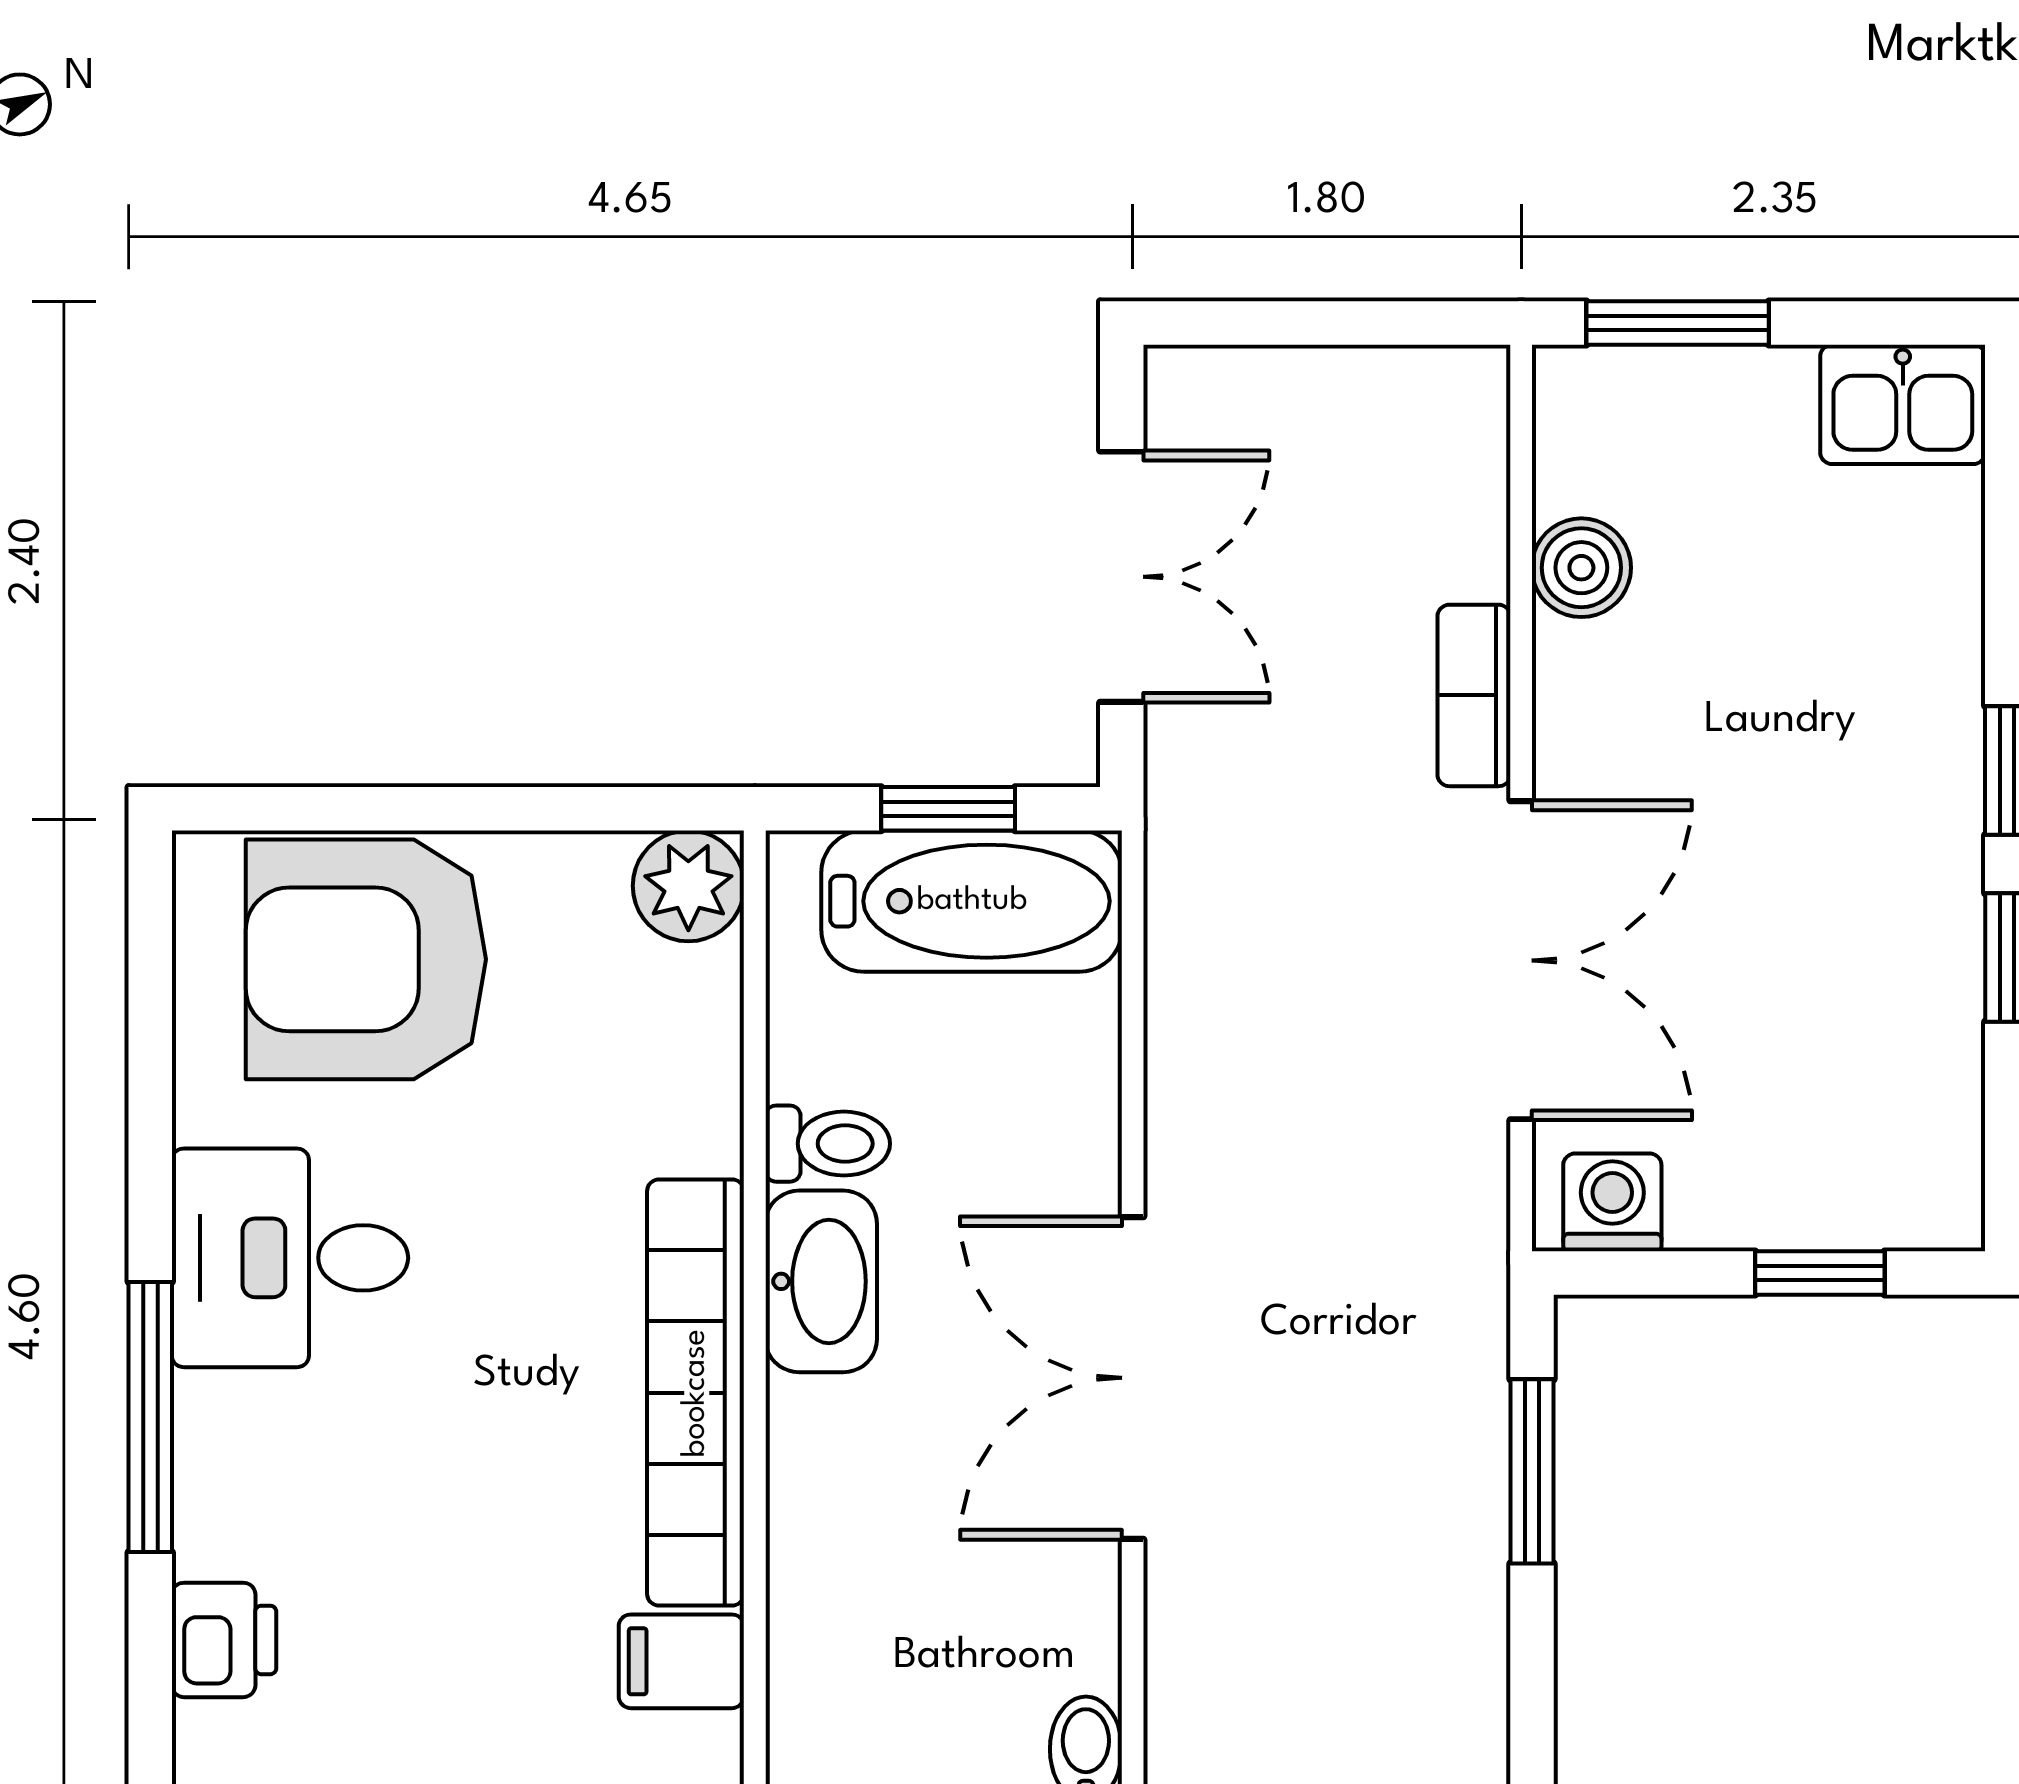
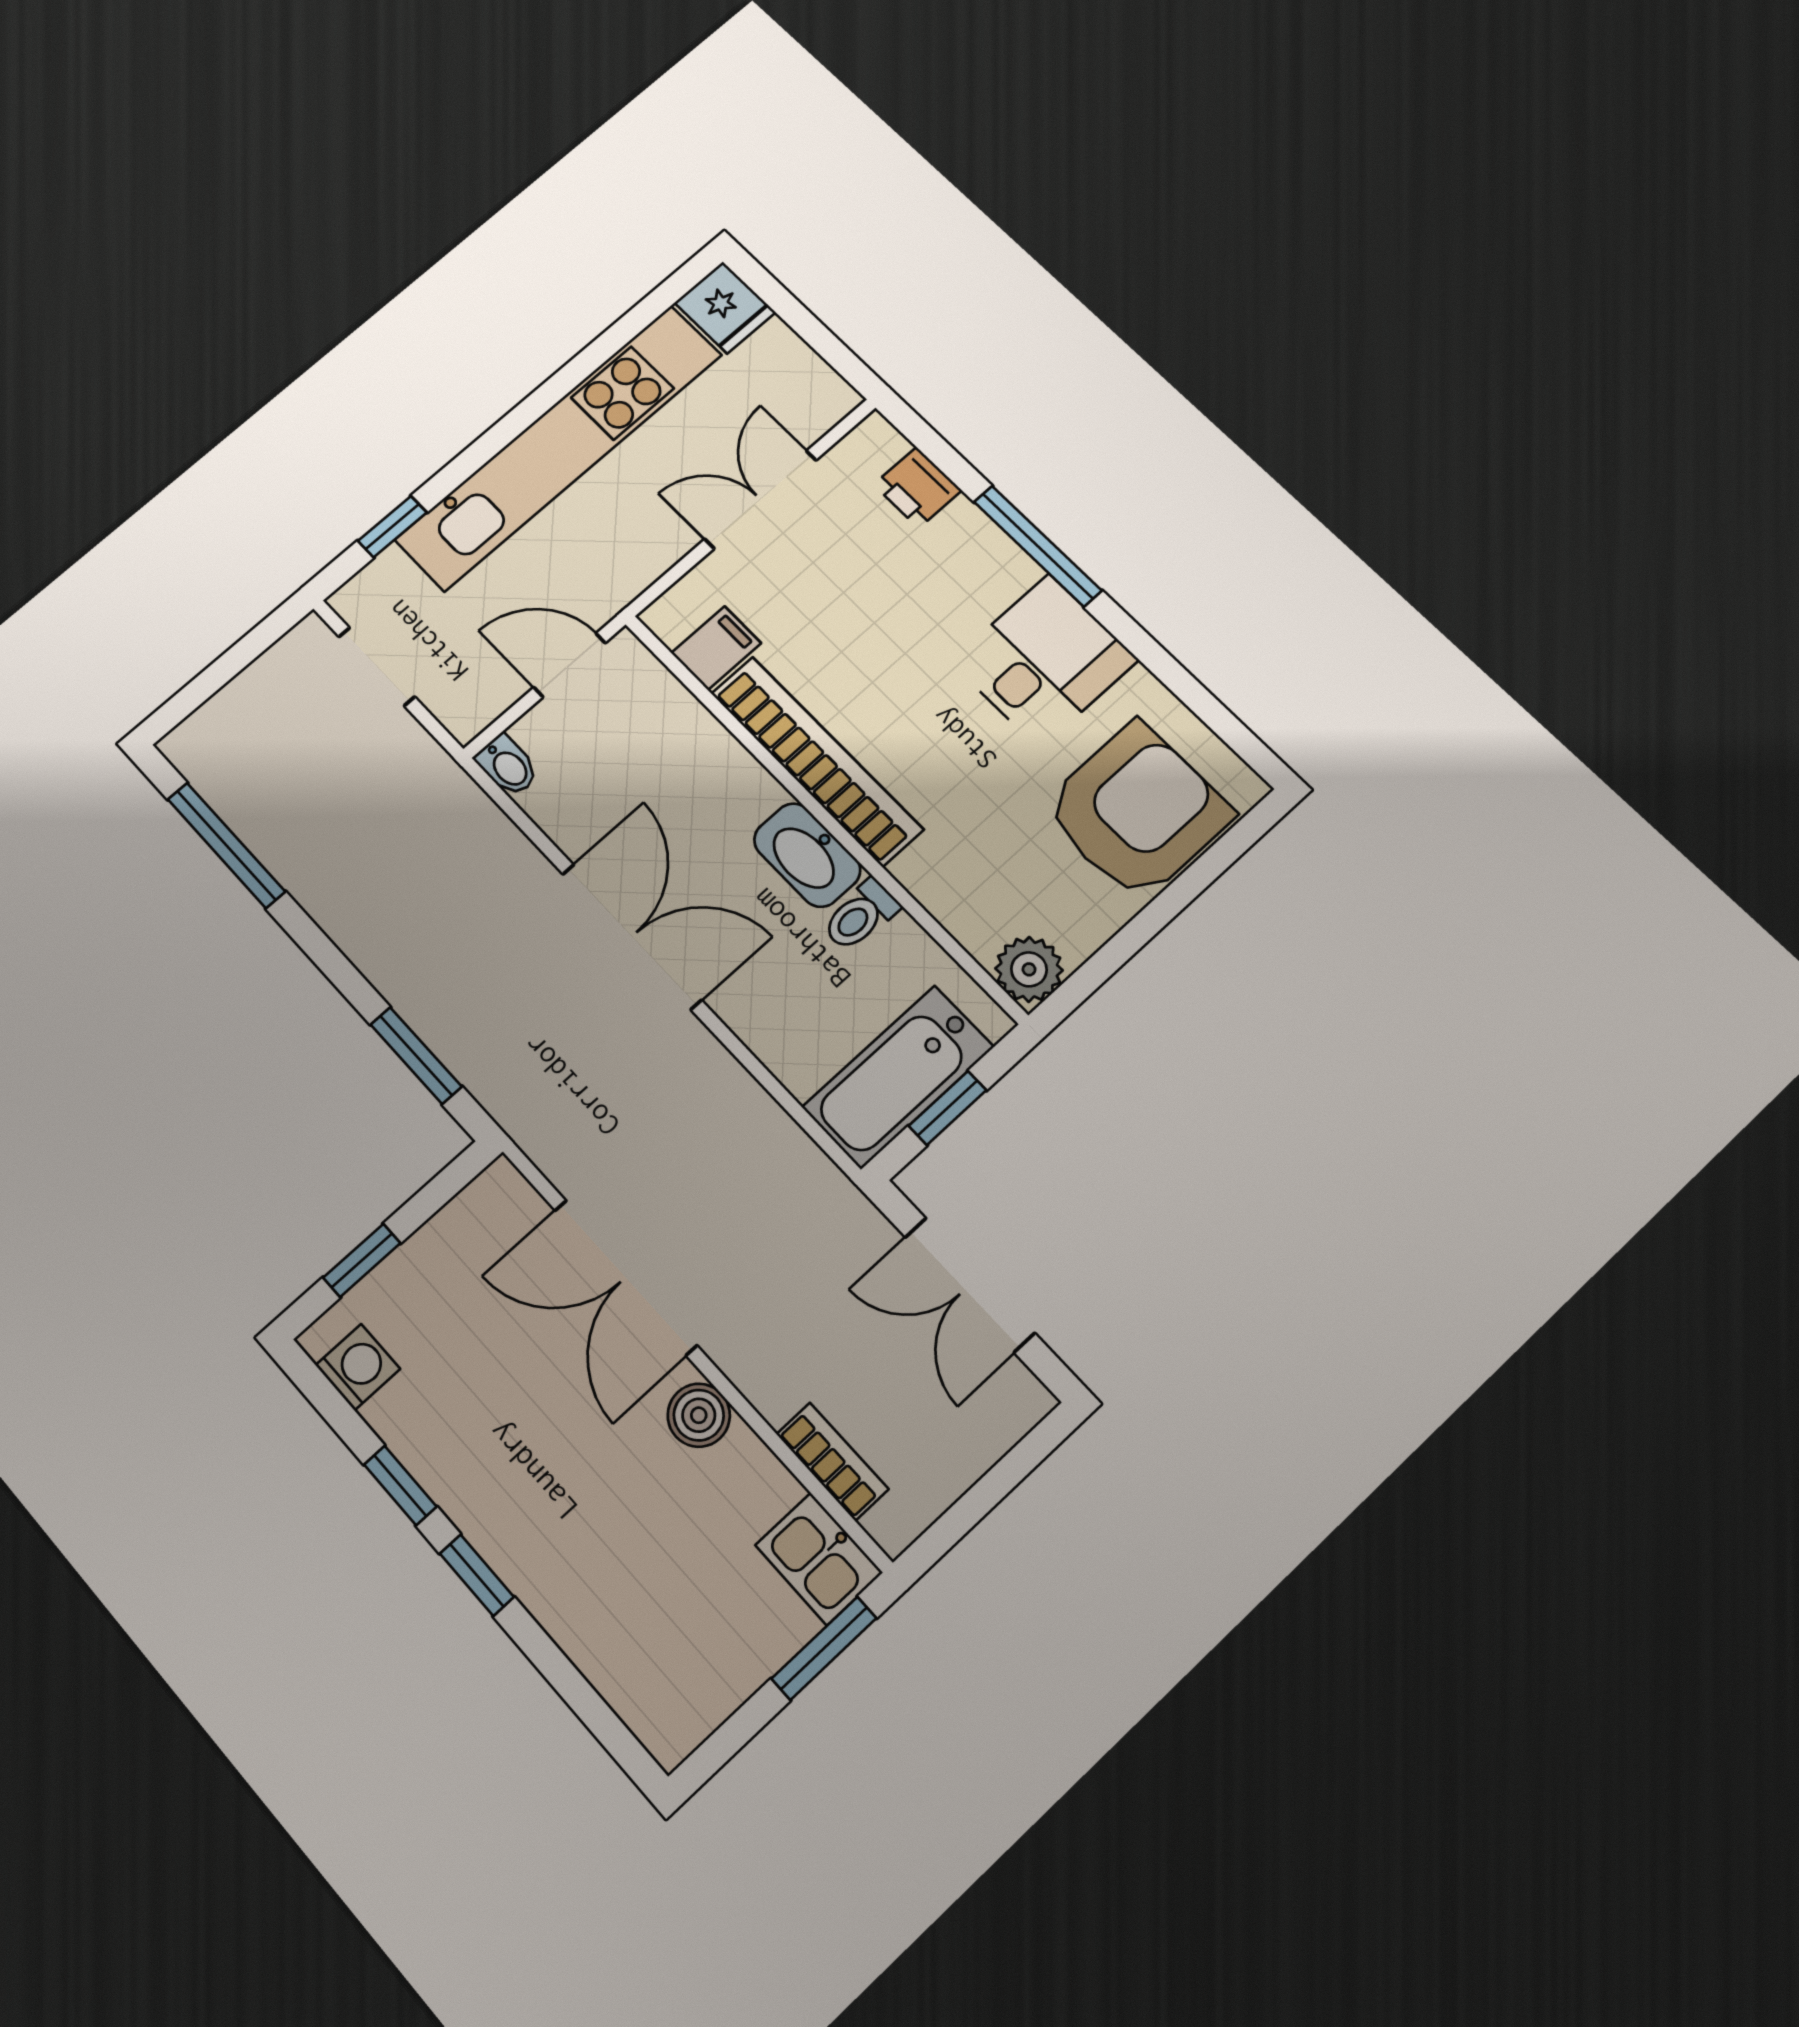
kitchen sink: (1903, 404) -> (819, 1559), moved, turned -90
boiler: (1581, 568) -> (699, 1415), moved
bookcase: (1474, 695) -> (832, 1461), moved
washing machine: (1612, 1202) -> (358, 1367), moved, turned -90

